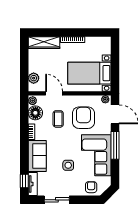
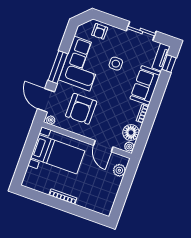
wardrobe: (44, 43) -> (95, 204), removed
coffee table: (58, 119) -> (109, 117), removed

